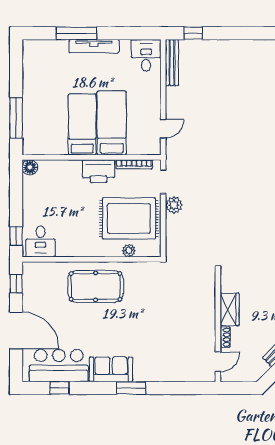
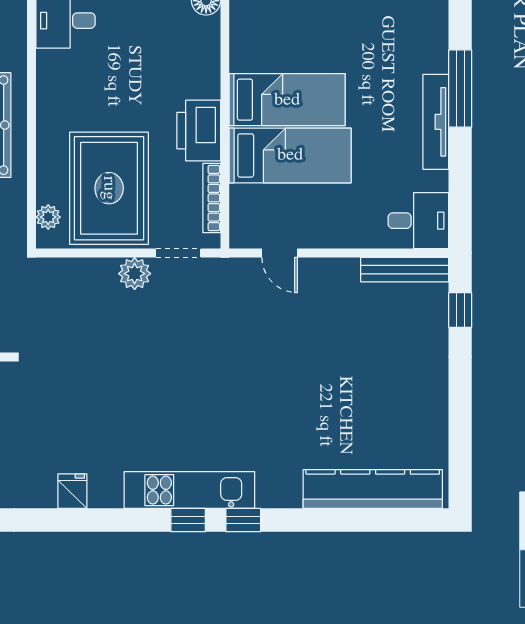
plant: (129, 251) -> (48, 217), moved

